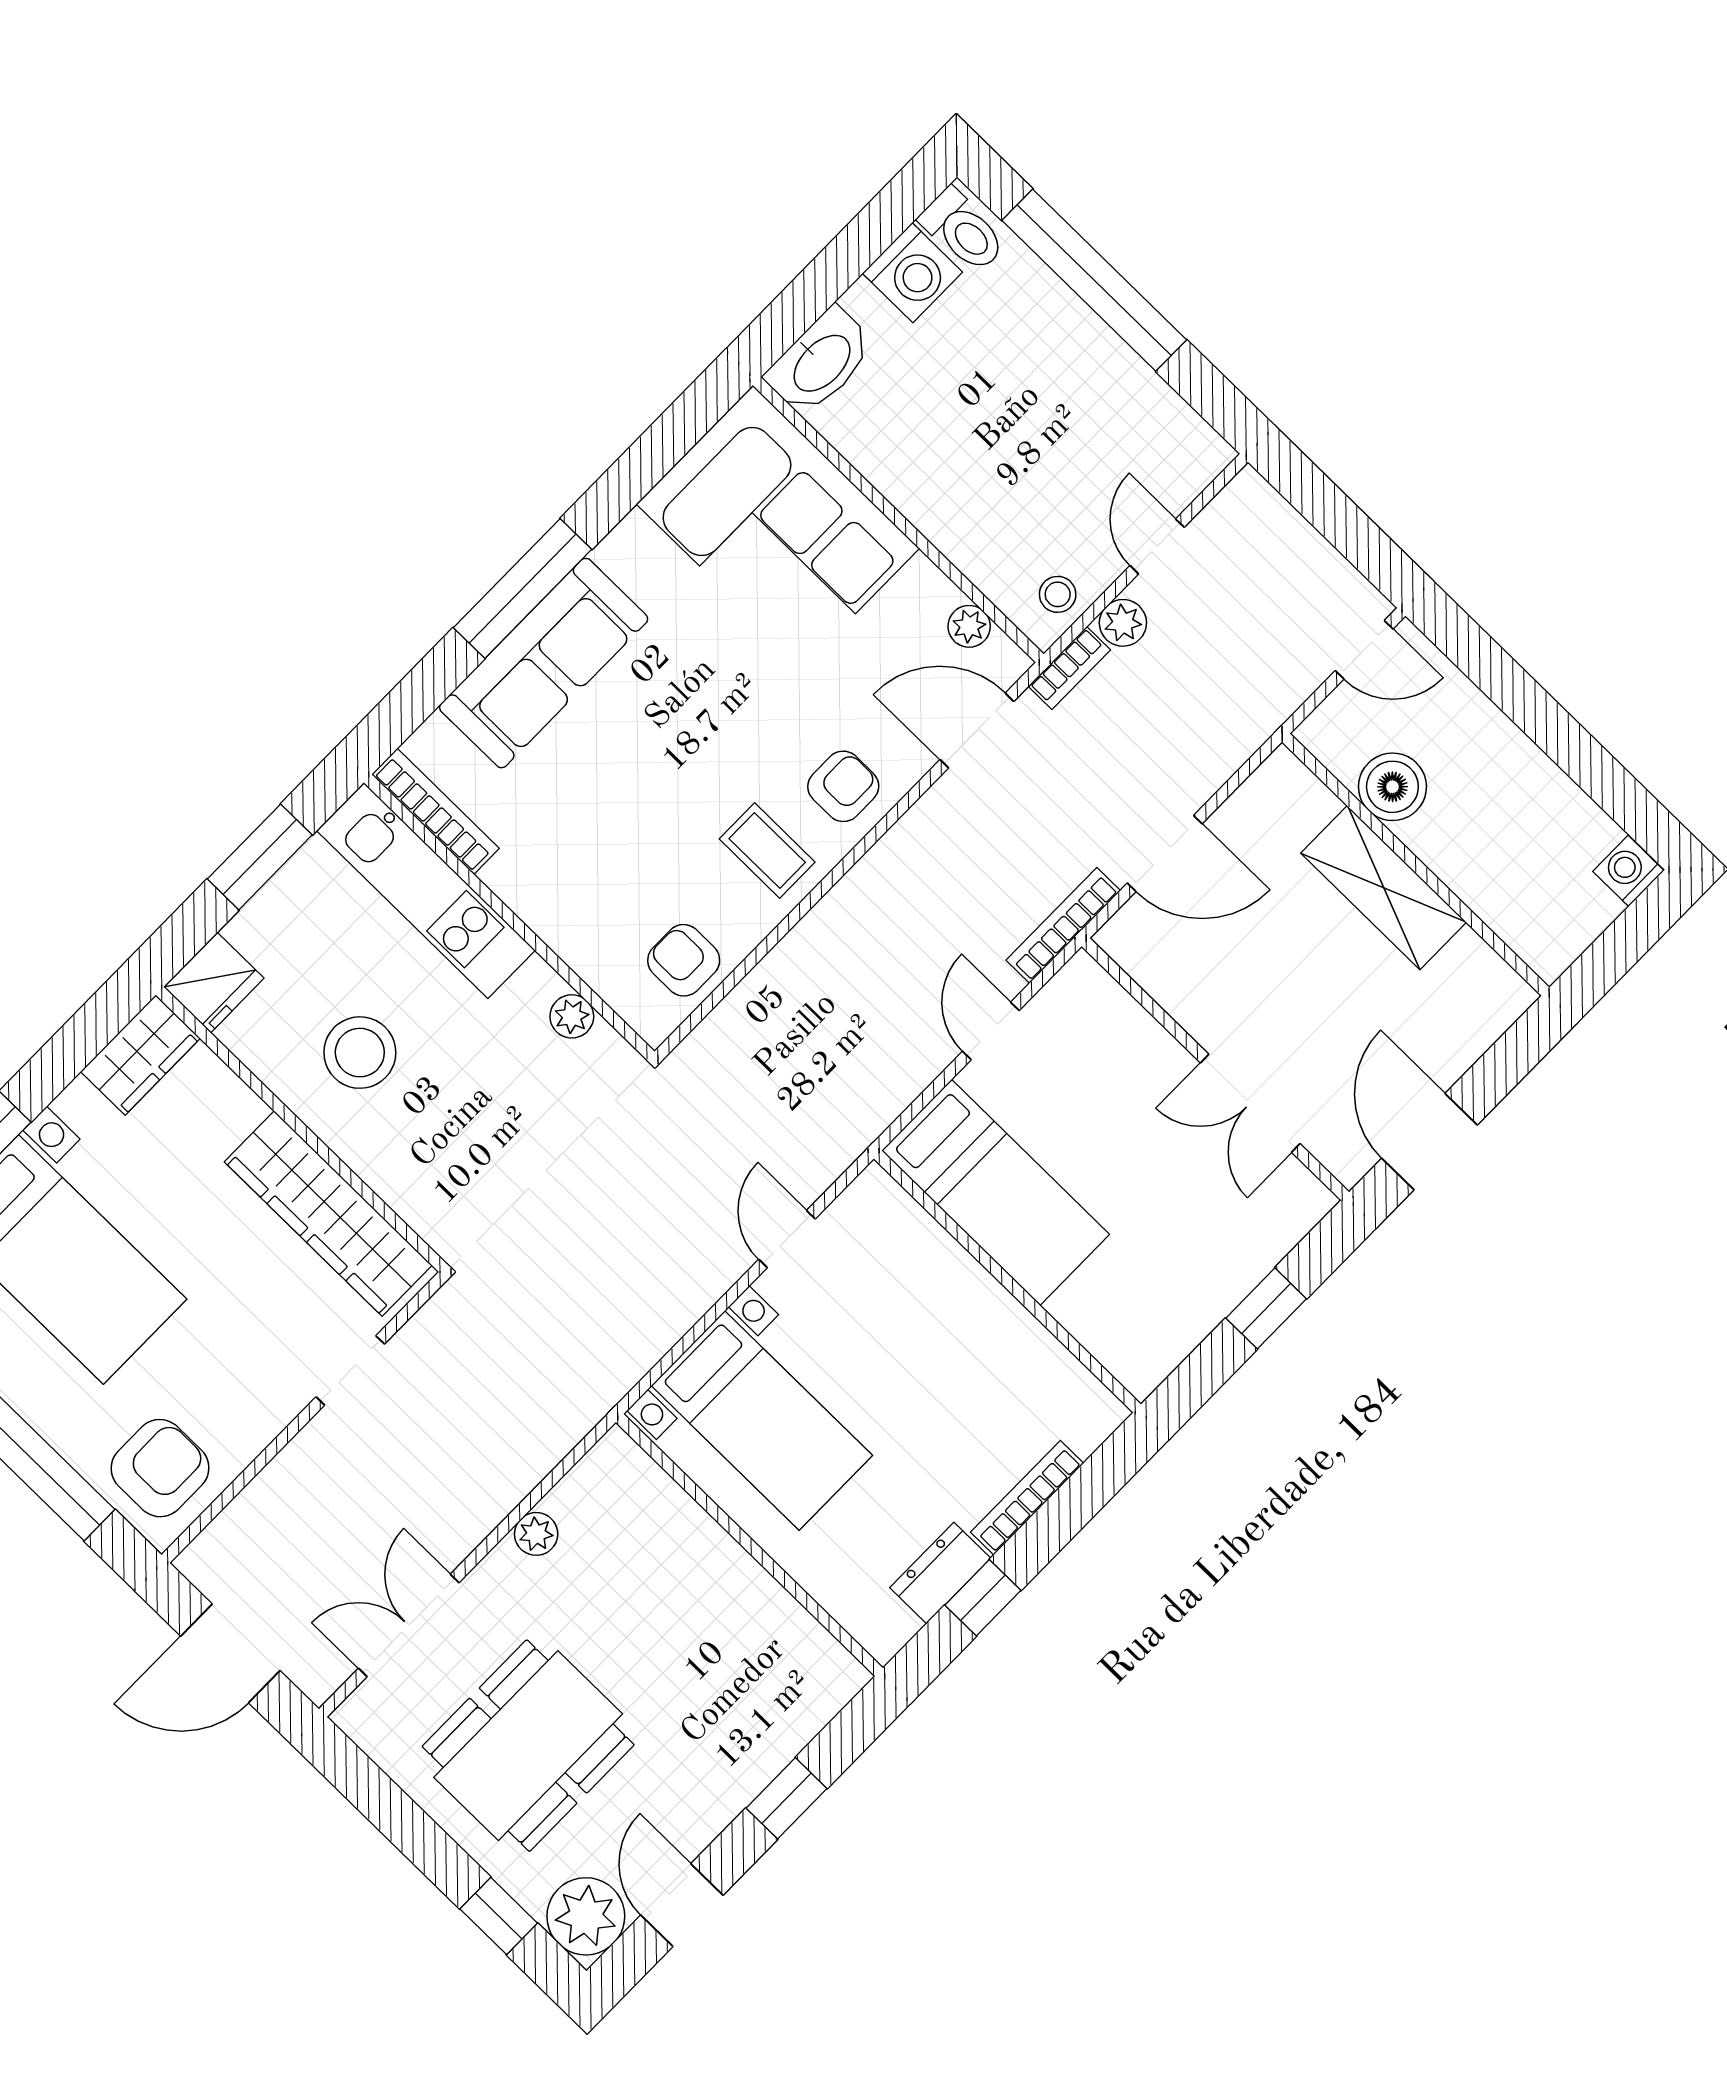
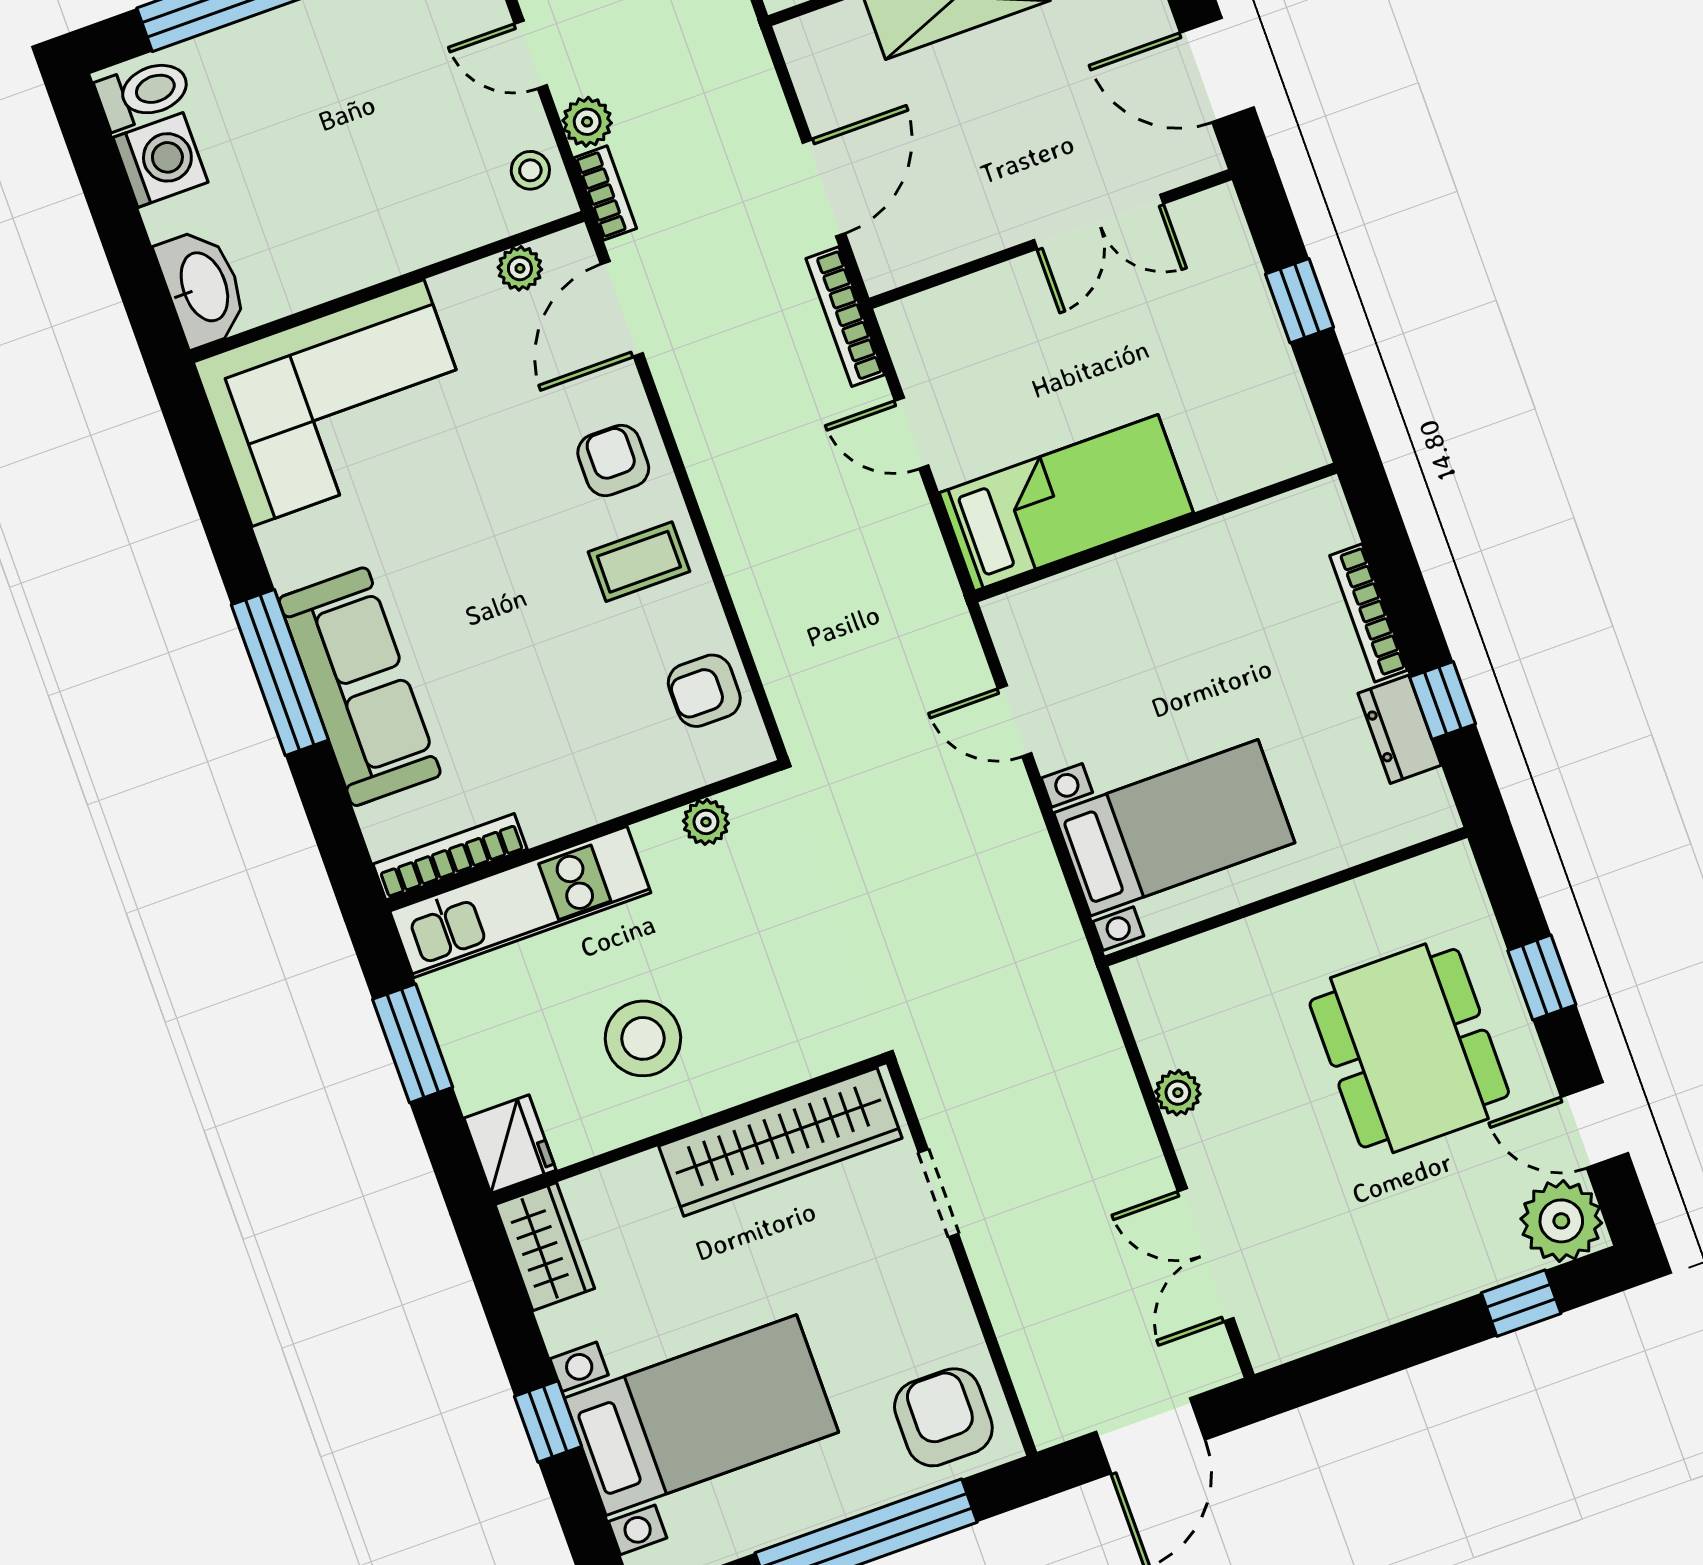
dining table: (528, 1746) -> (1409, 1048), moved

